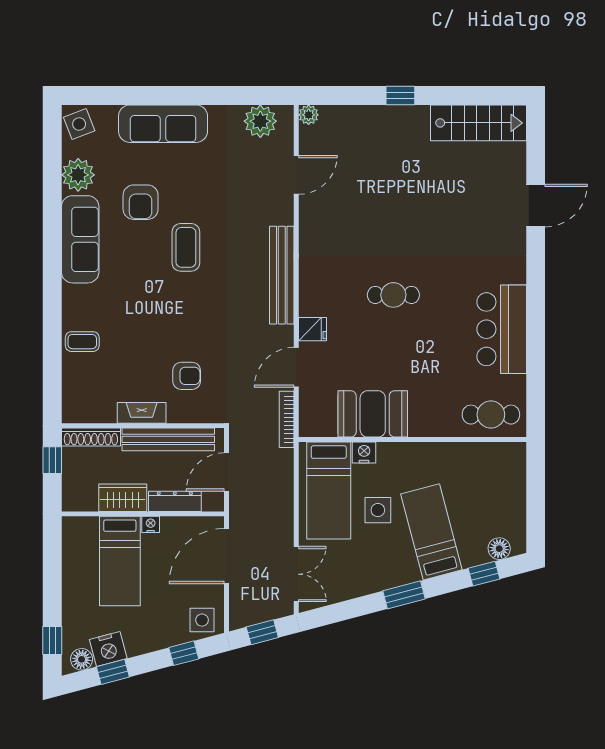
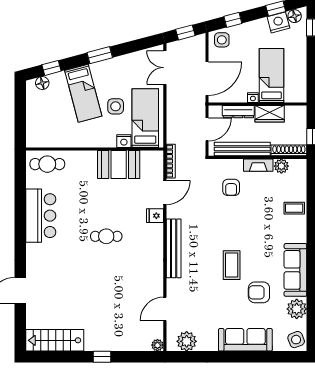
armchair: (141, 202) -> (259, 292), turned -90
armchair: (187, 376) -> (231, 187), turned -90
plant: (103, 411) -> (281, 166), added

